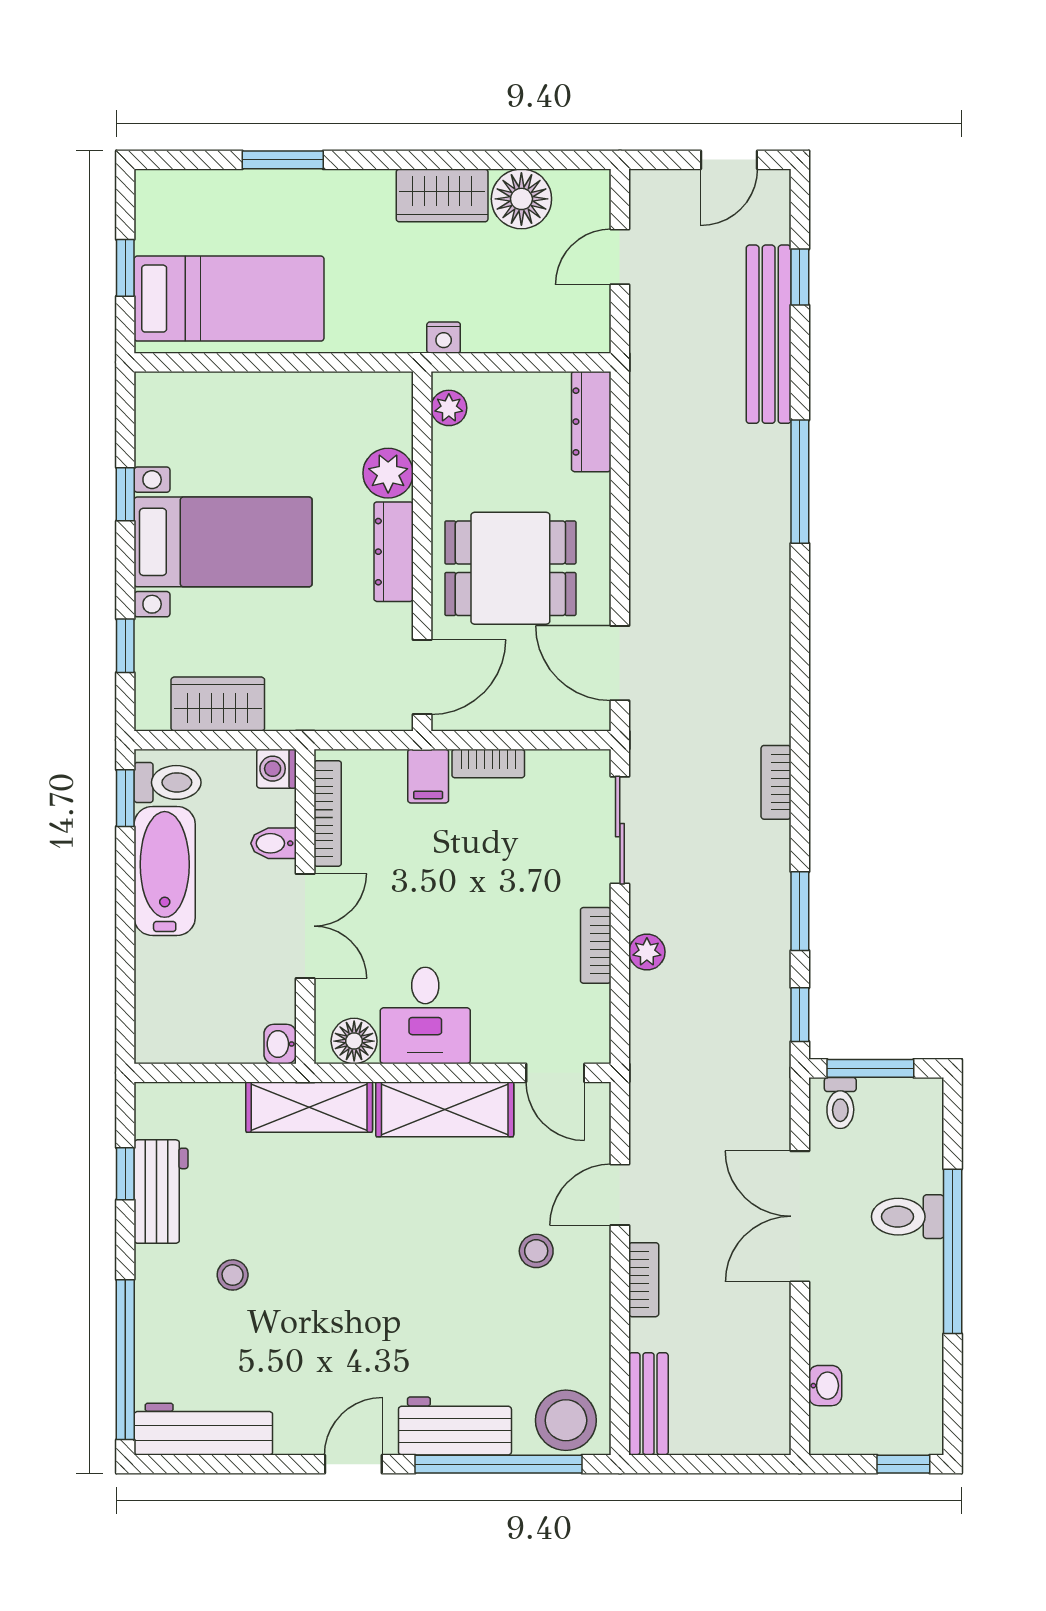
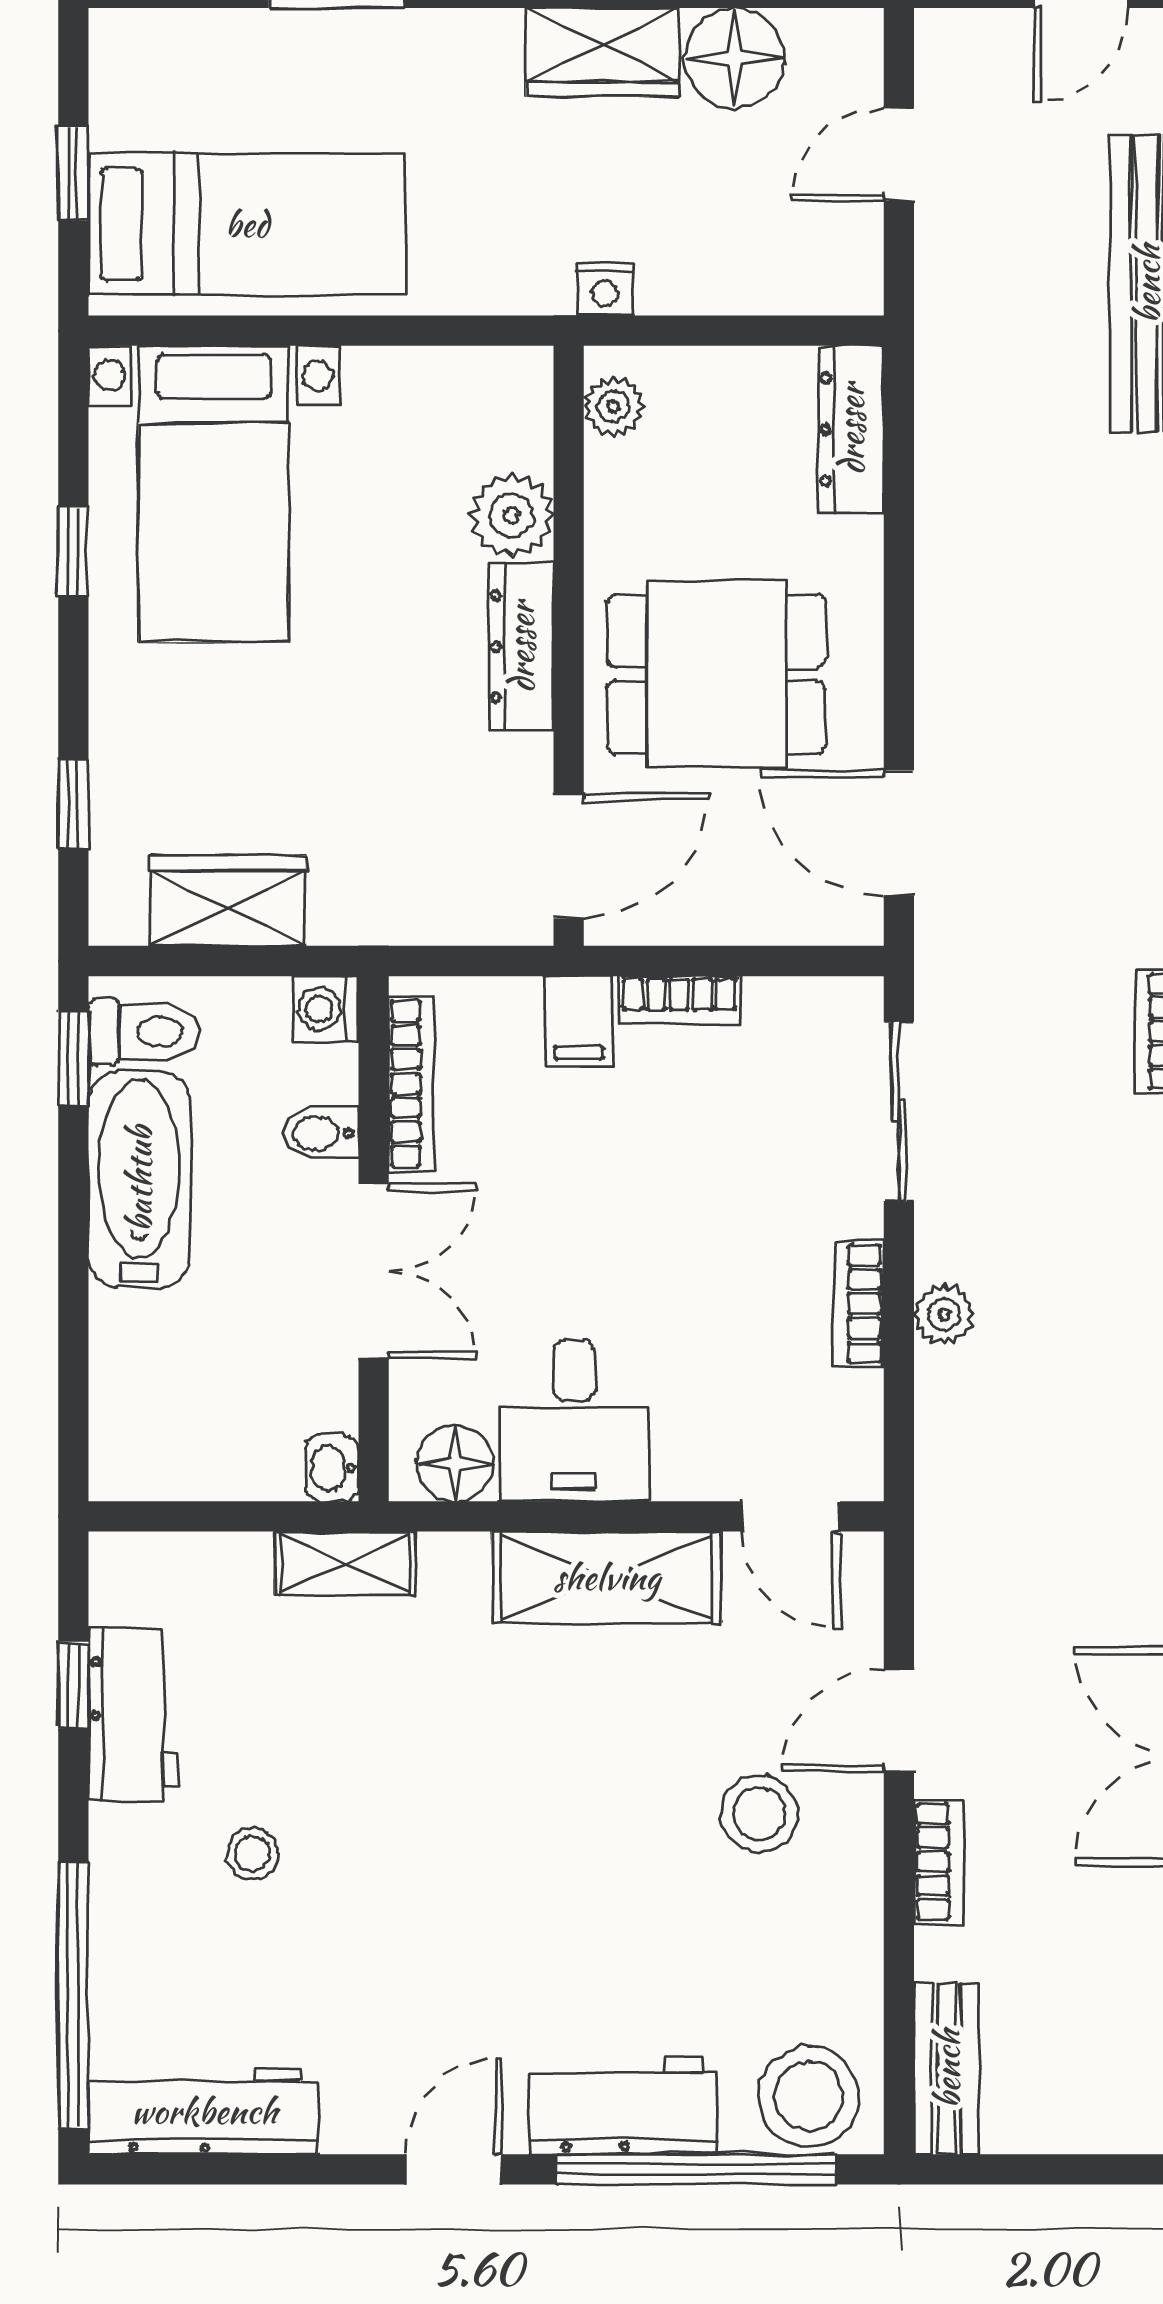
bed with nightstands: (223, 542) -> (214, 494), moved, turned 90
shelving: (309, 1107) -> (345, 1563), width x0.67, depth x0.75
stool: (536, 1251) -> (759, 1814), width x1.37, depth x1.37

